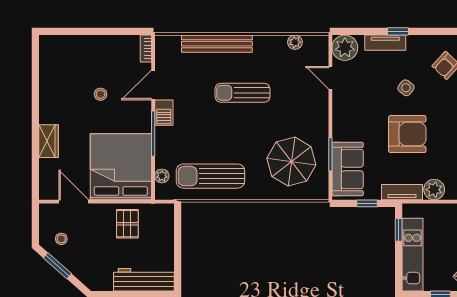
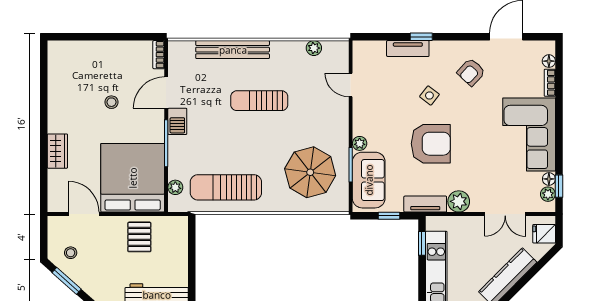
plant: (345, 48) -> (360, 143), moved, width x0.53, depth x0.53

